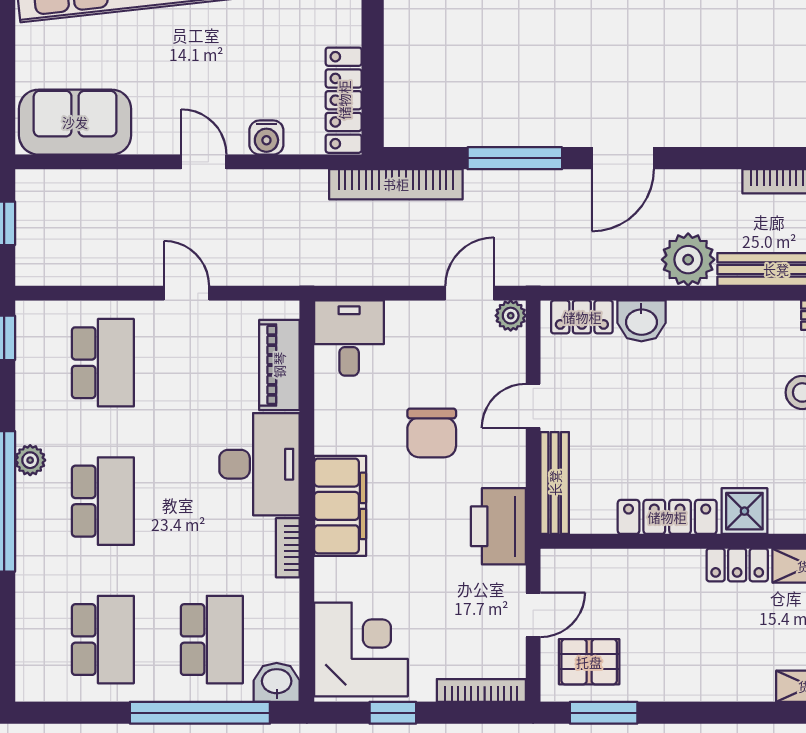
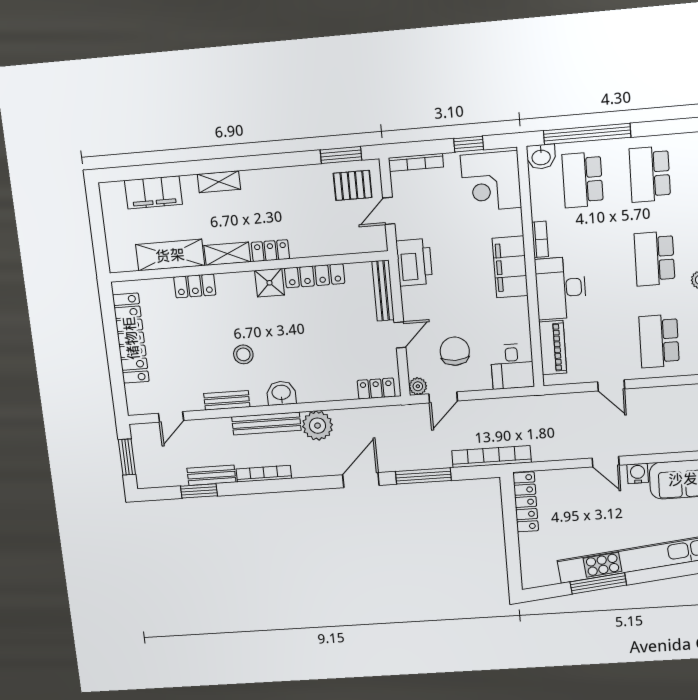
water cooler: (266, 137) -> (638, 473), moved
washbasin: (641, 321) -> (281, 393), moved
chair: (432, 433) -> (455, 351), moved

